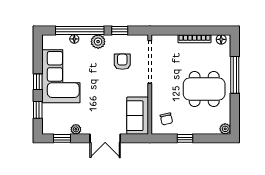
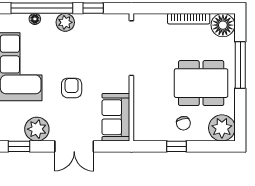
floor lamp: (221, 39) -> (223, 25), width x1.89, depth x1.89
armchair: (122, 62) -> (72, 88), moved
chair: (166, 119) -> (183, 123), moved
plant: (76, 129) -> (37, 129), width x1.87, depth x1.87
plant: (225, 129) -> (222, 128), width x1.87, depth x1.87

